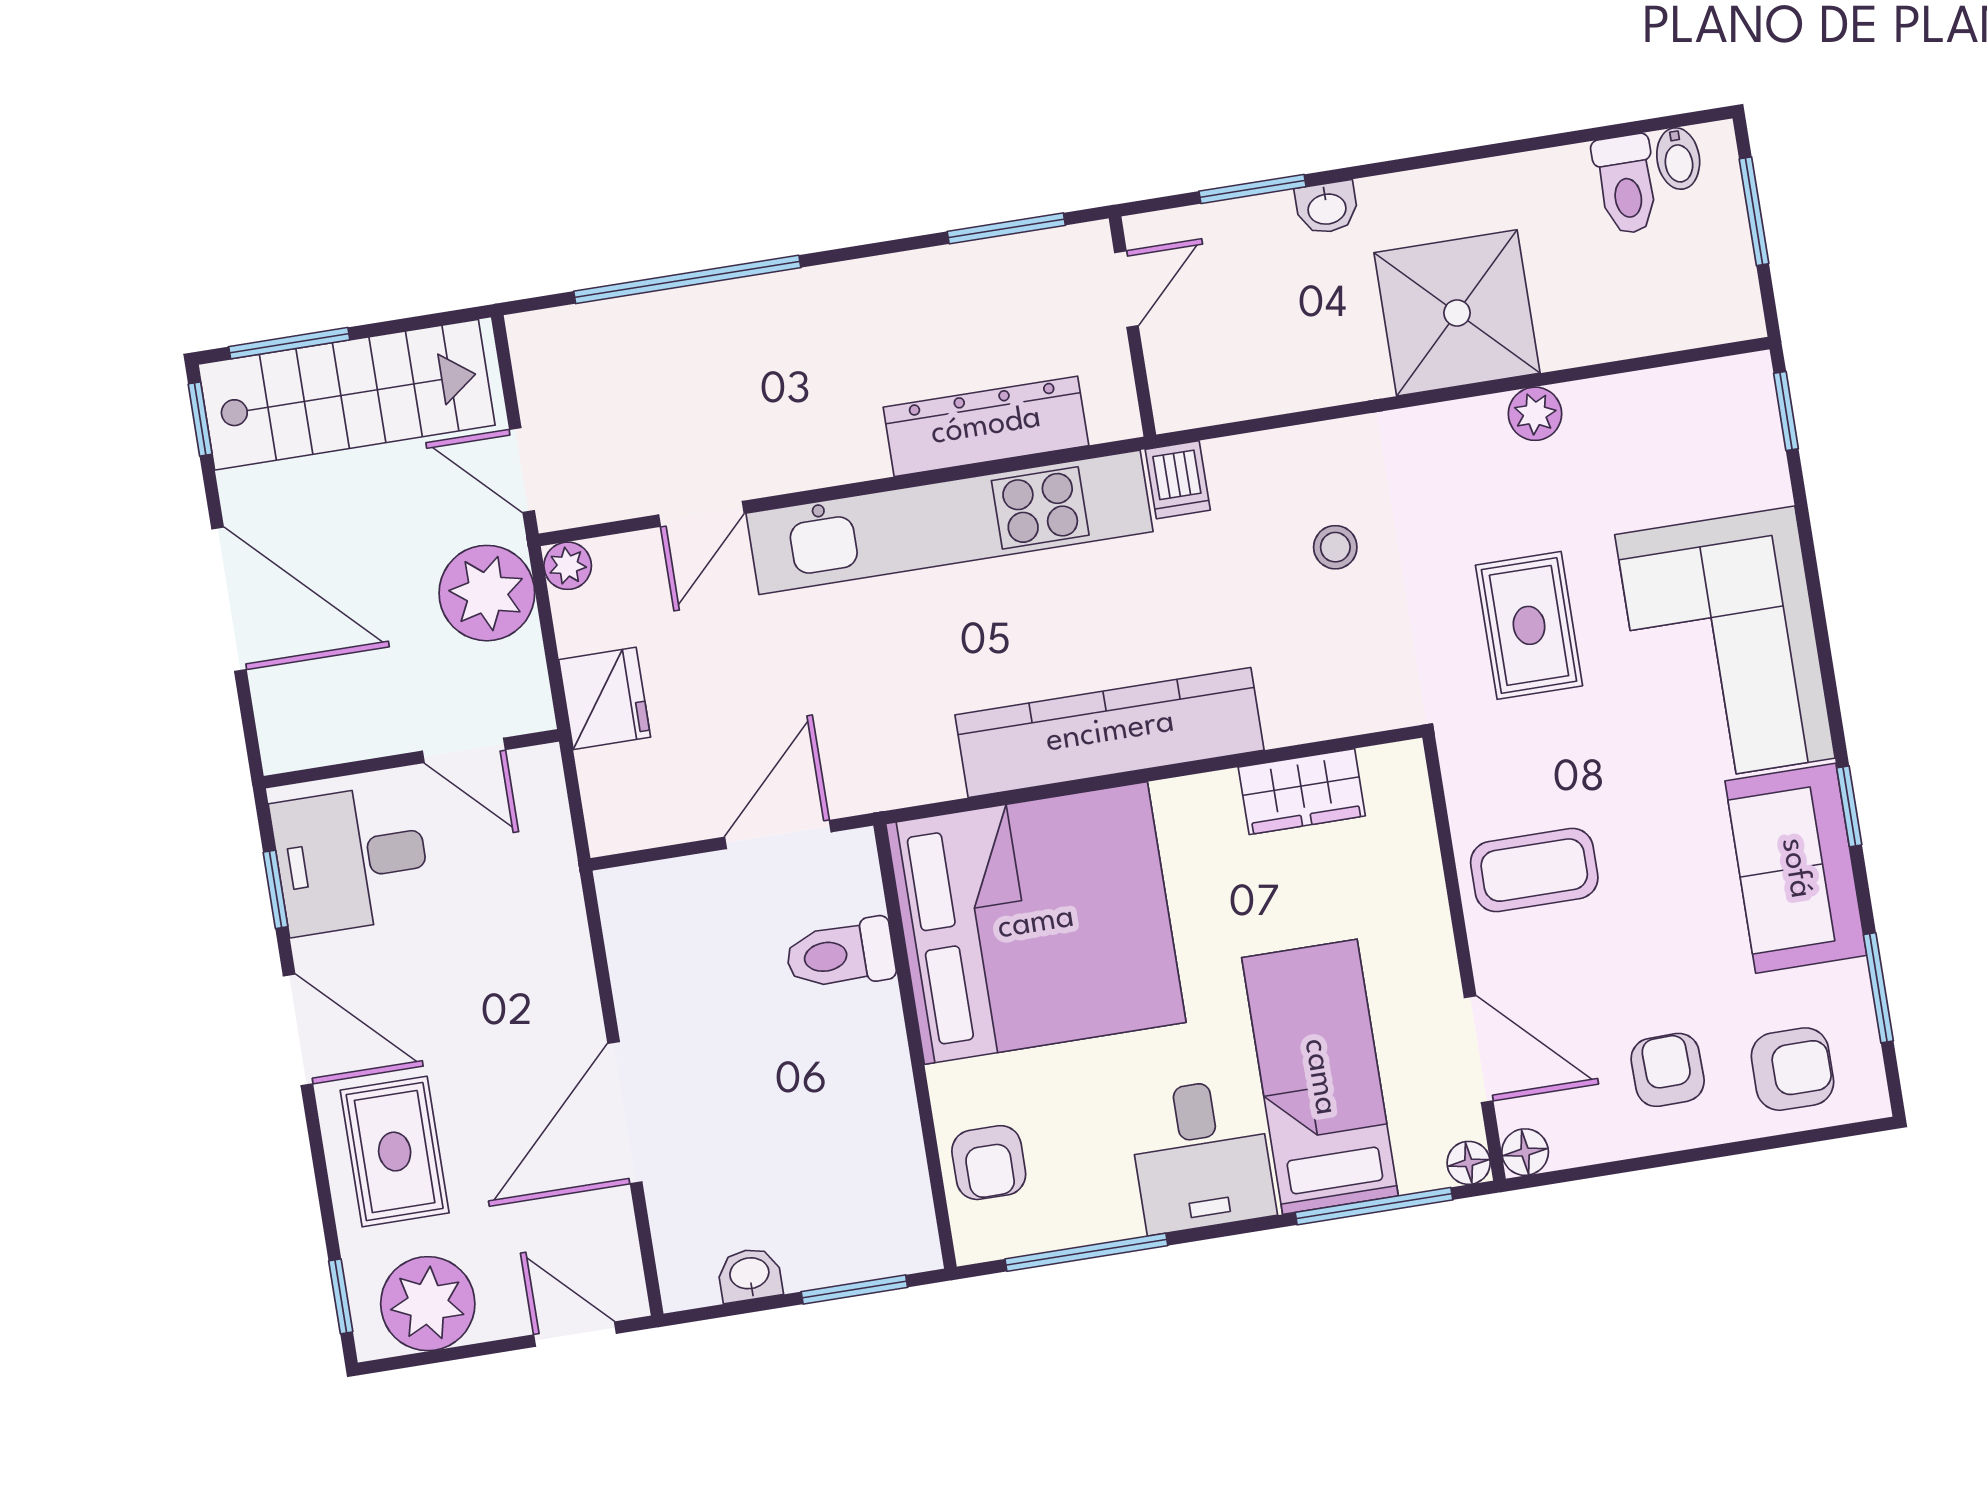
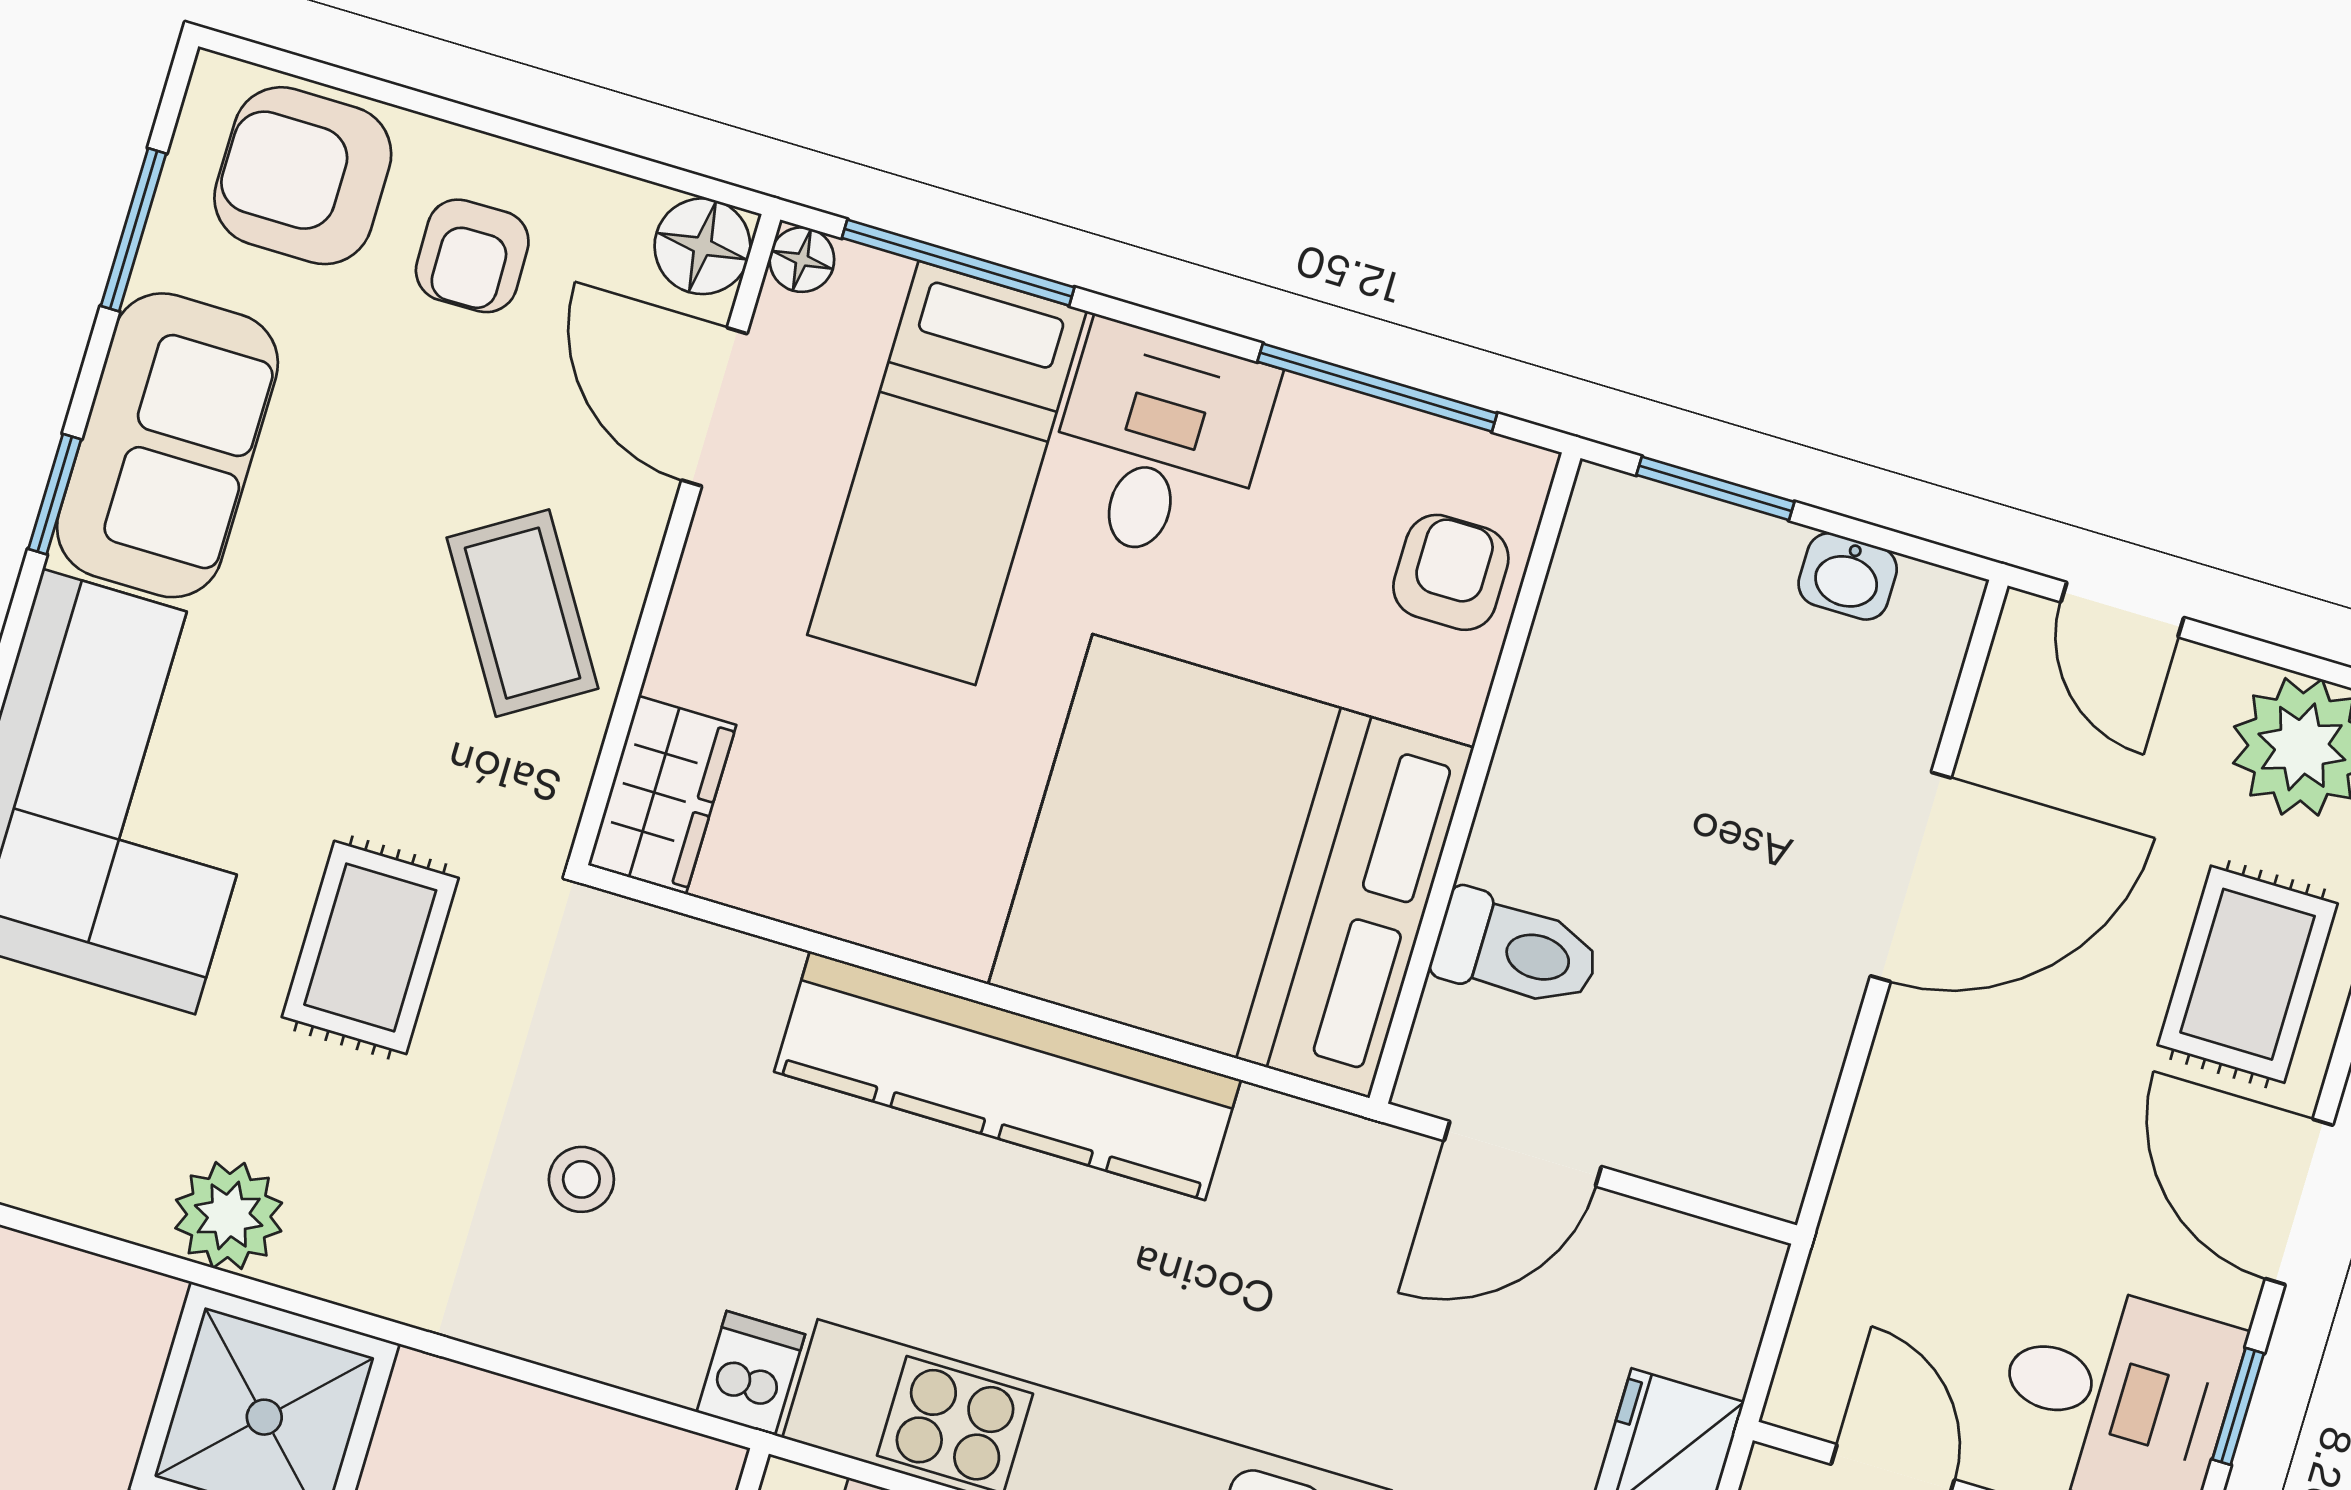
plant: (1535, 414) -> (229, 1216), width x1.38, depth x1.38
wardrobe: (1302, 792) -> (662, 795), moved, turned 90
coffee table: (1534, 870) -> (523, 613), turned 58
armchair: (1792, 1069) -> (303, 176), width x1.38, depth x1.38
floor lamp: (1525, 1152) -> (702, 246), width x1.37, depth x1.37

